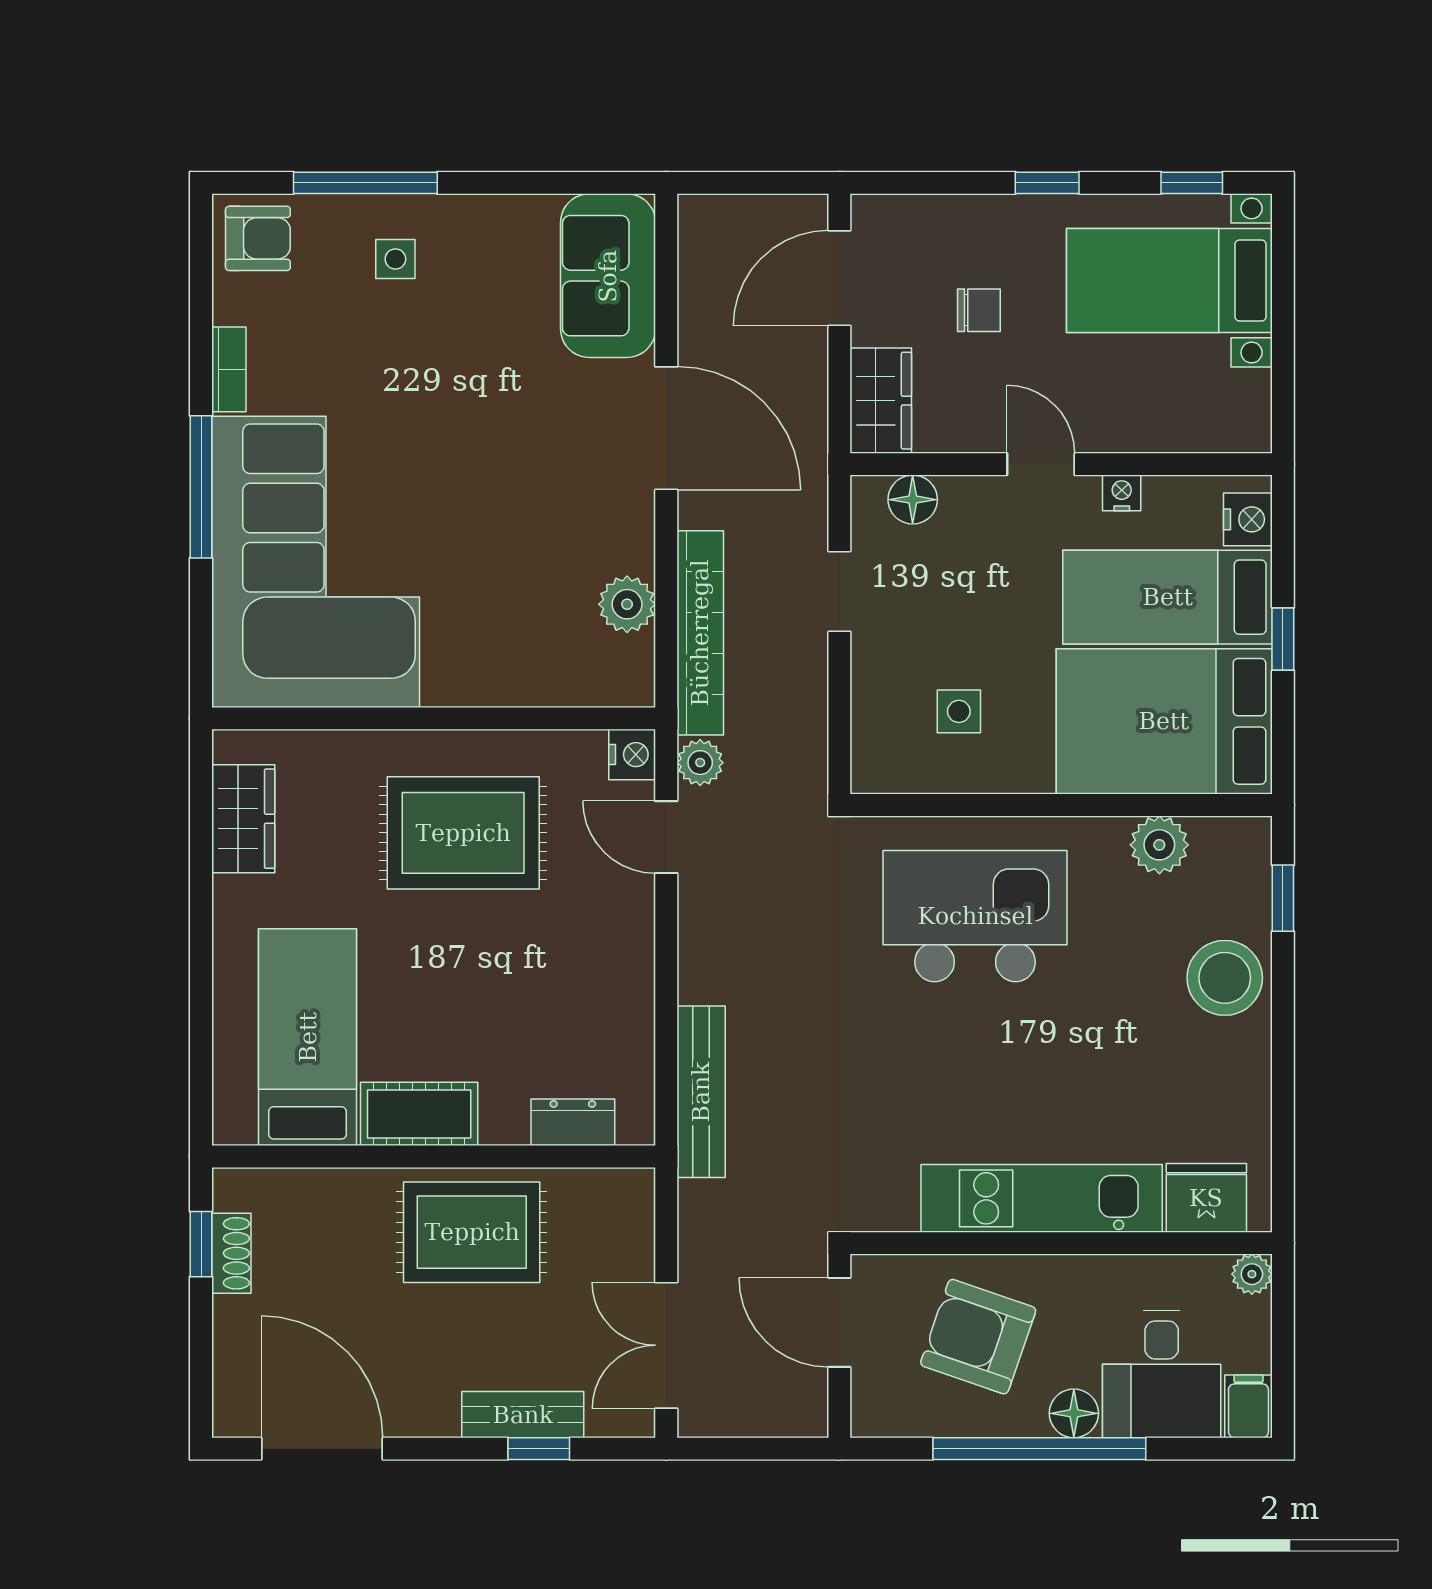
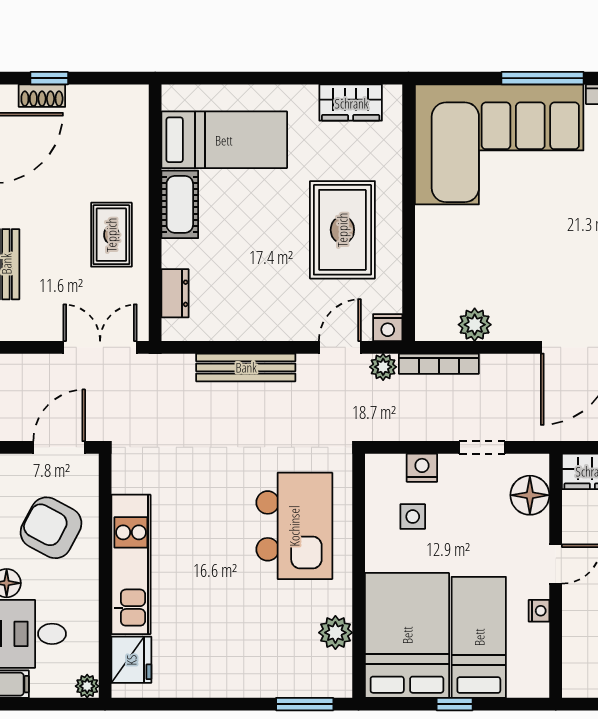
floor lamp: (913, 500) -> (530, 495), width x1.38, depth x1.38
nightstand: (1248, 519) -> (422, 468), moved, turned 180
bookcase: (700, 633) -> (439, 364), width x0.68, depth x0.76
window: (1283, 898) -> (305, 704), width x1.50
stool: (1225, 978) -> (259, 670), removed
bench: (701, 1092) -> (246, 367), moved
rug: (472, 1232) -> (111, 235), width x0.73, depth x0.70
window: (201, 1244) -> (49, 78), moved
shoe rack: (231, 1253) -> (42, 96), moved
armchair: (978, 1337) -> (51, 528), turned -81
double door: (666, 1345) -> (100, 347), moved

